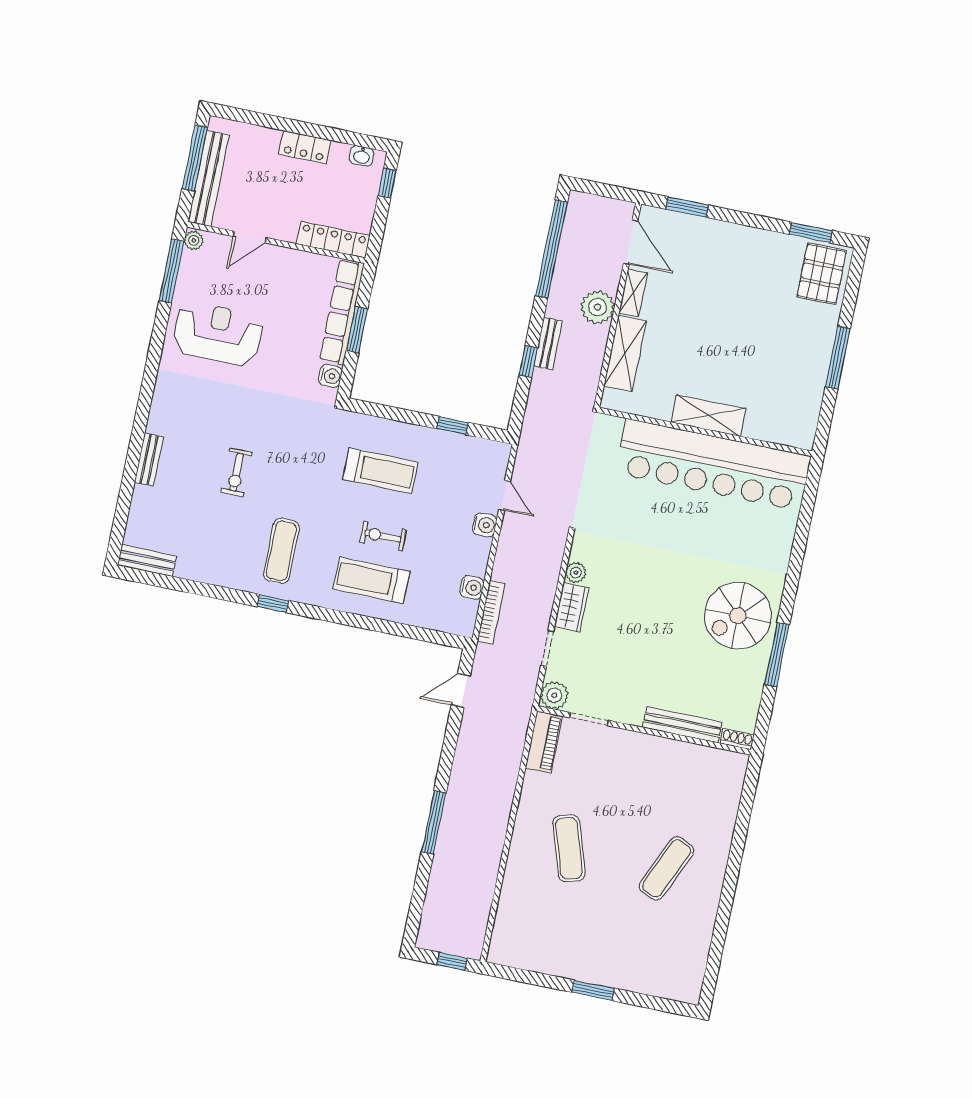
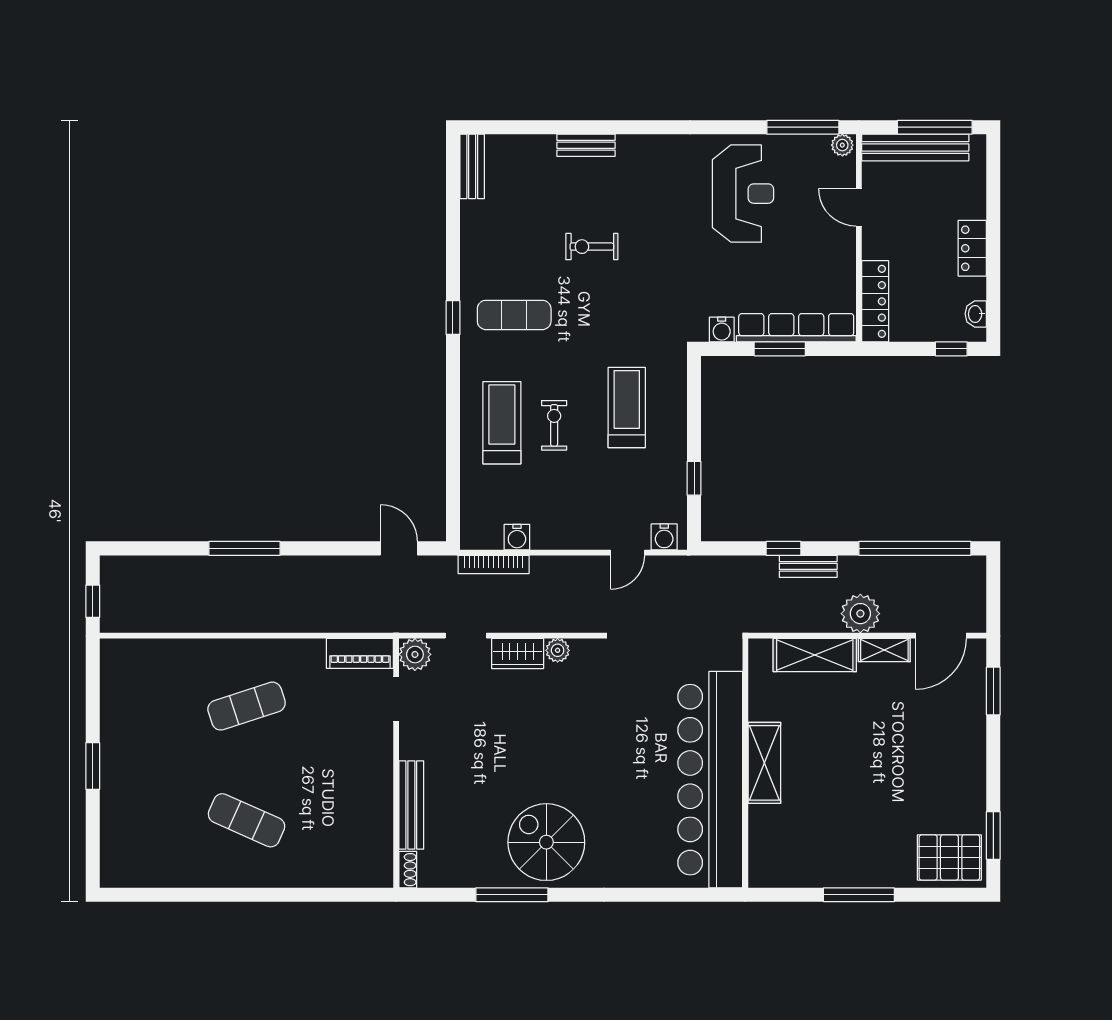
treadmill: (380, 471) -> (627, 407), turned 180
water cooler: (485, 525) -> (664, 537), moved

